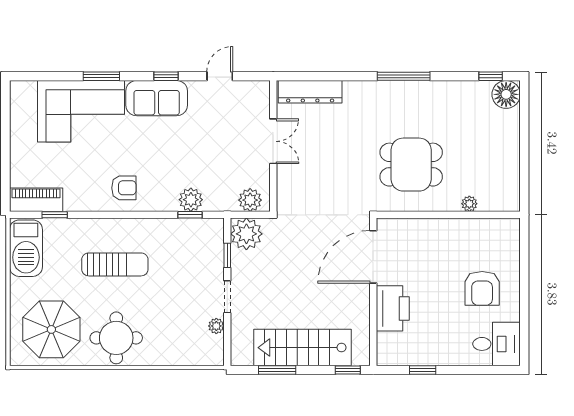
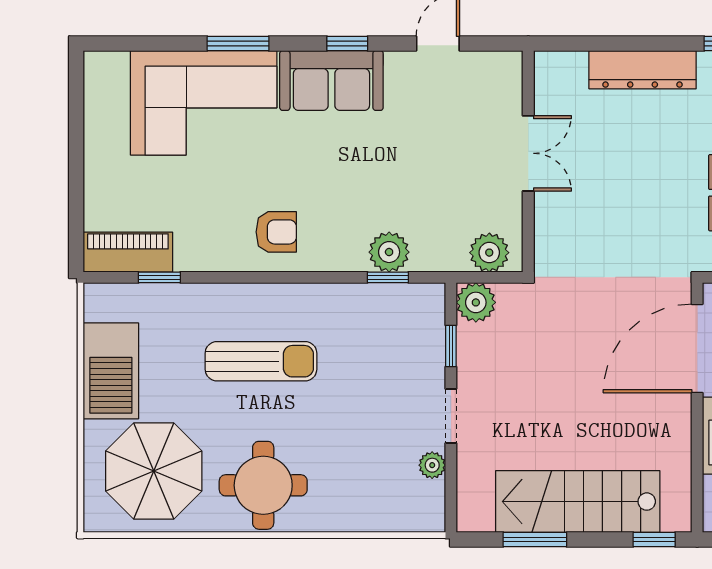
dresser: (310, 92) -> (643, 70), moved
plant: (246, 234) -> (476, 302), width x0.73, depth x0.73
barbecue: (26, 248) -> (111, 371), moved

